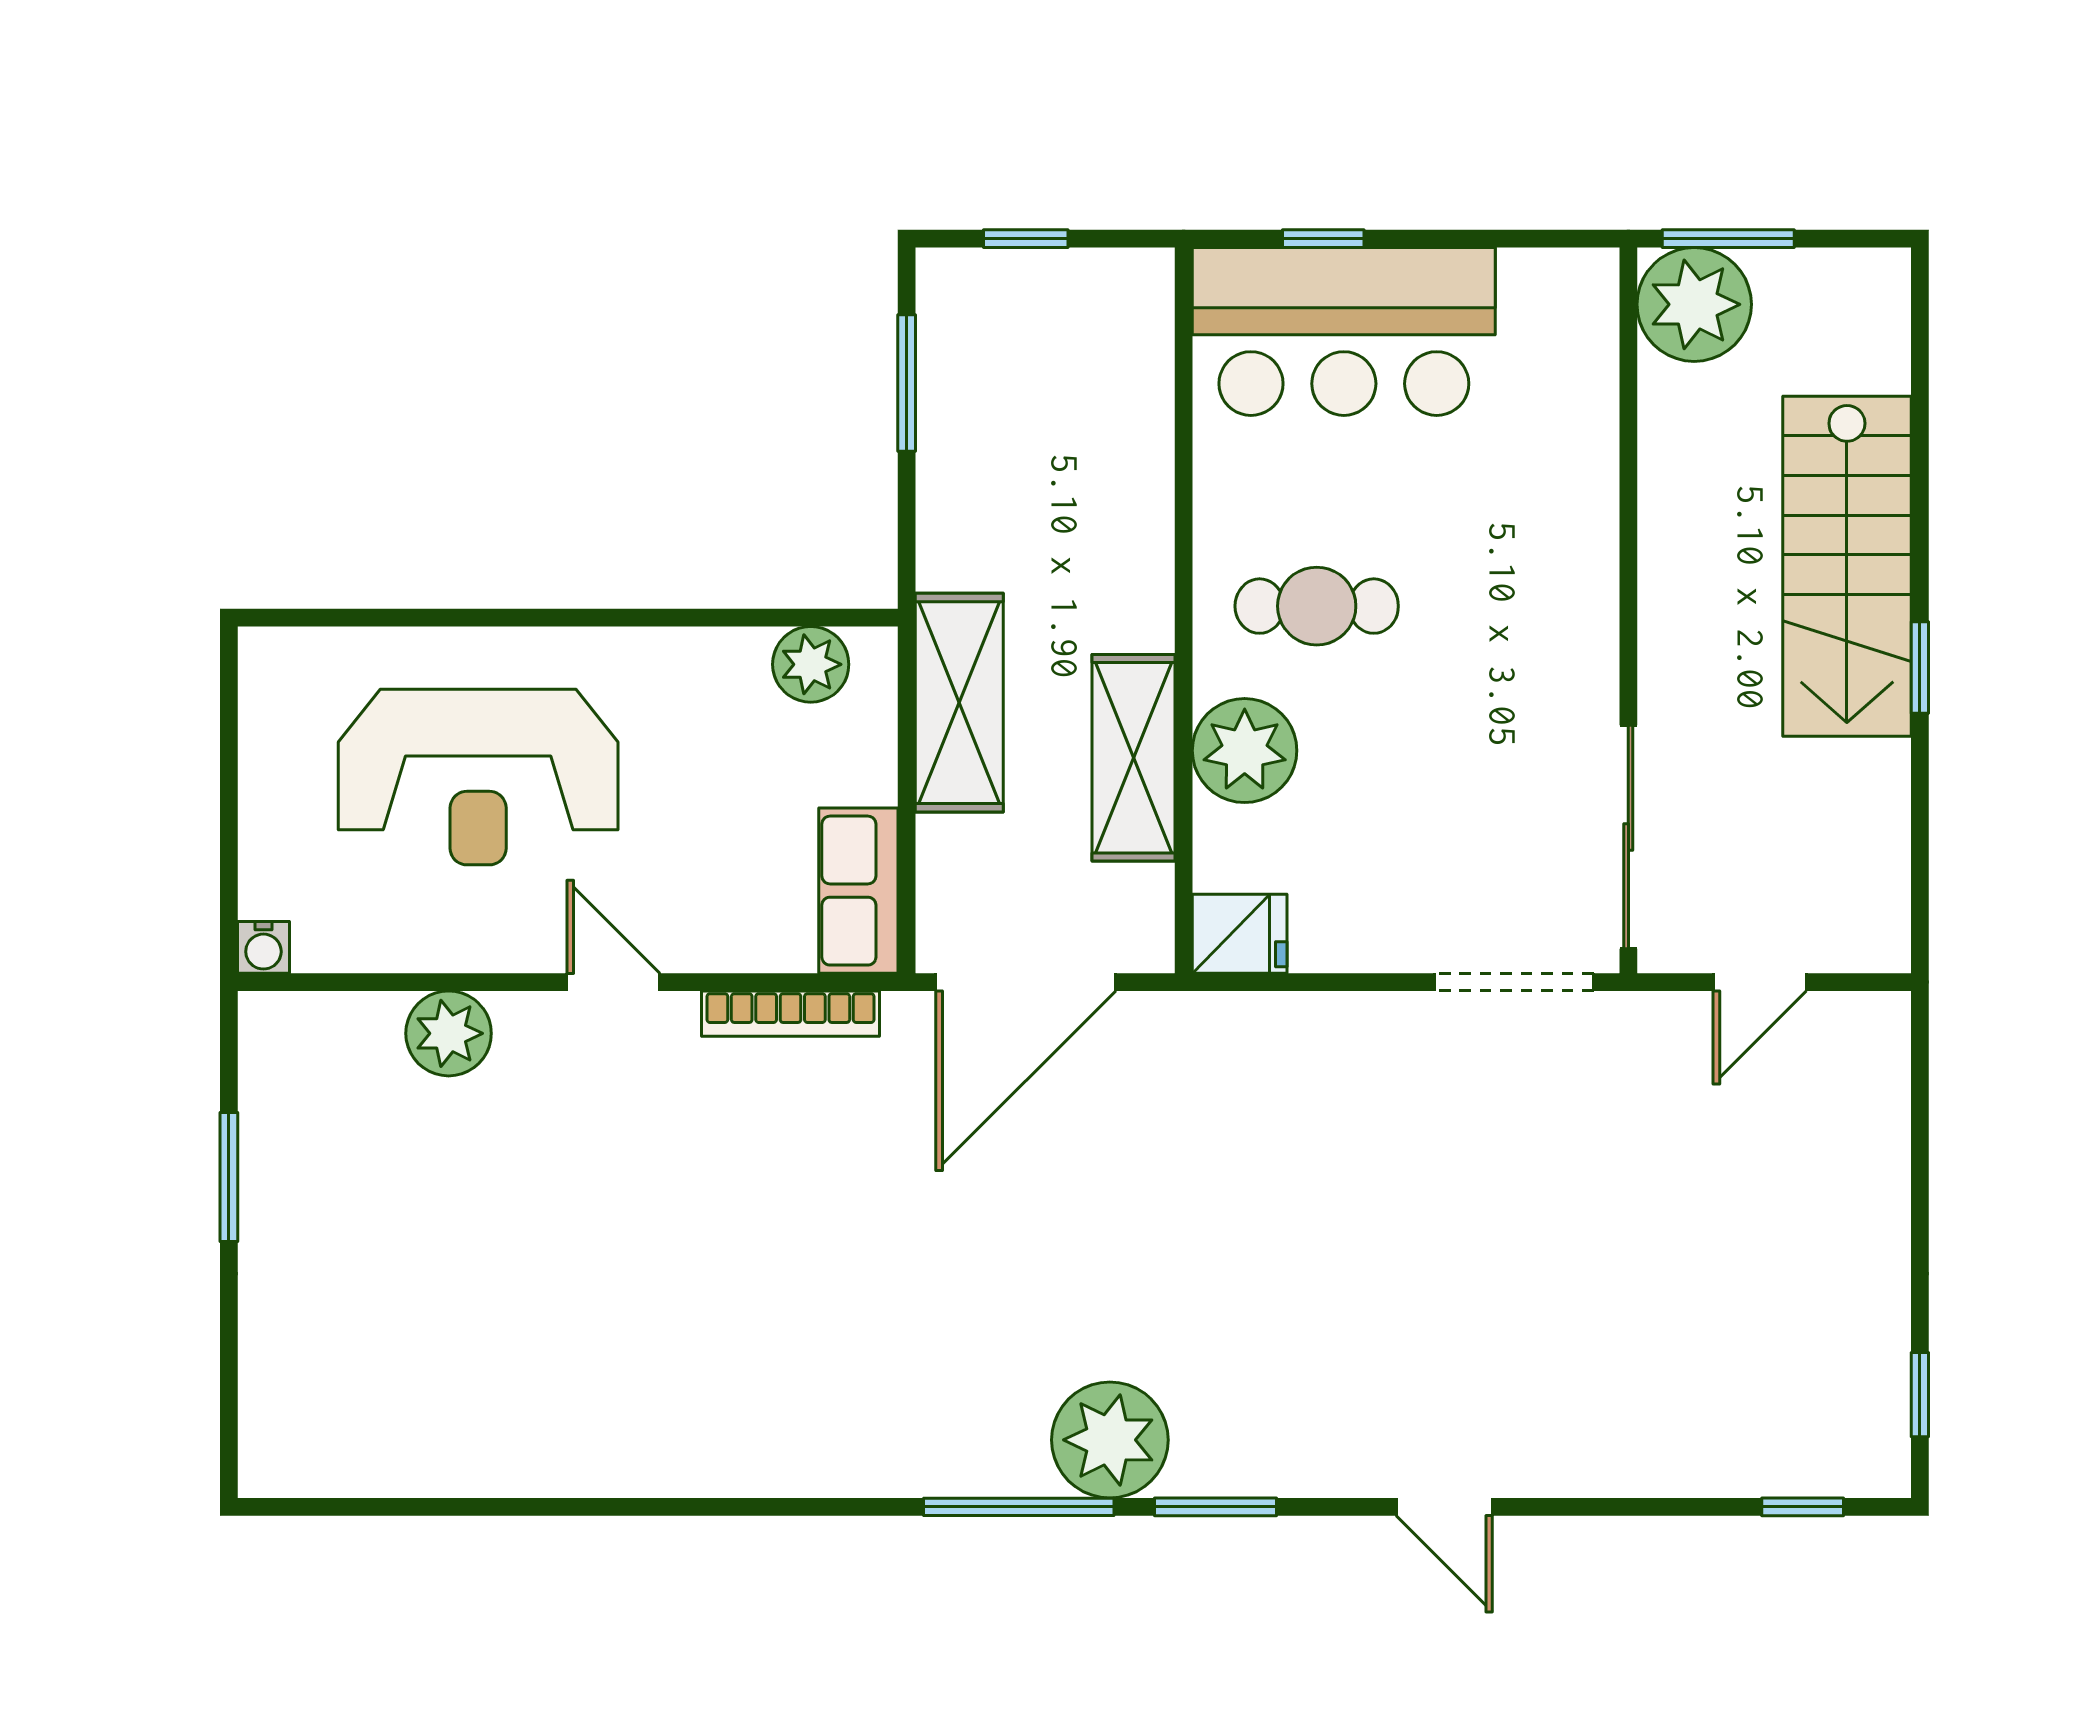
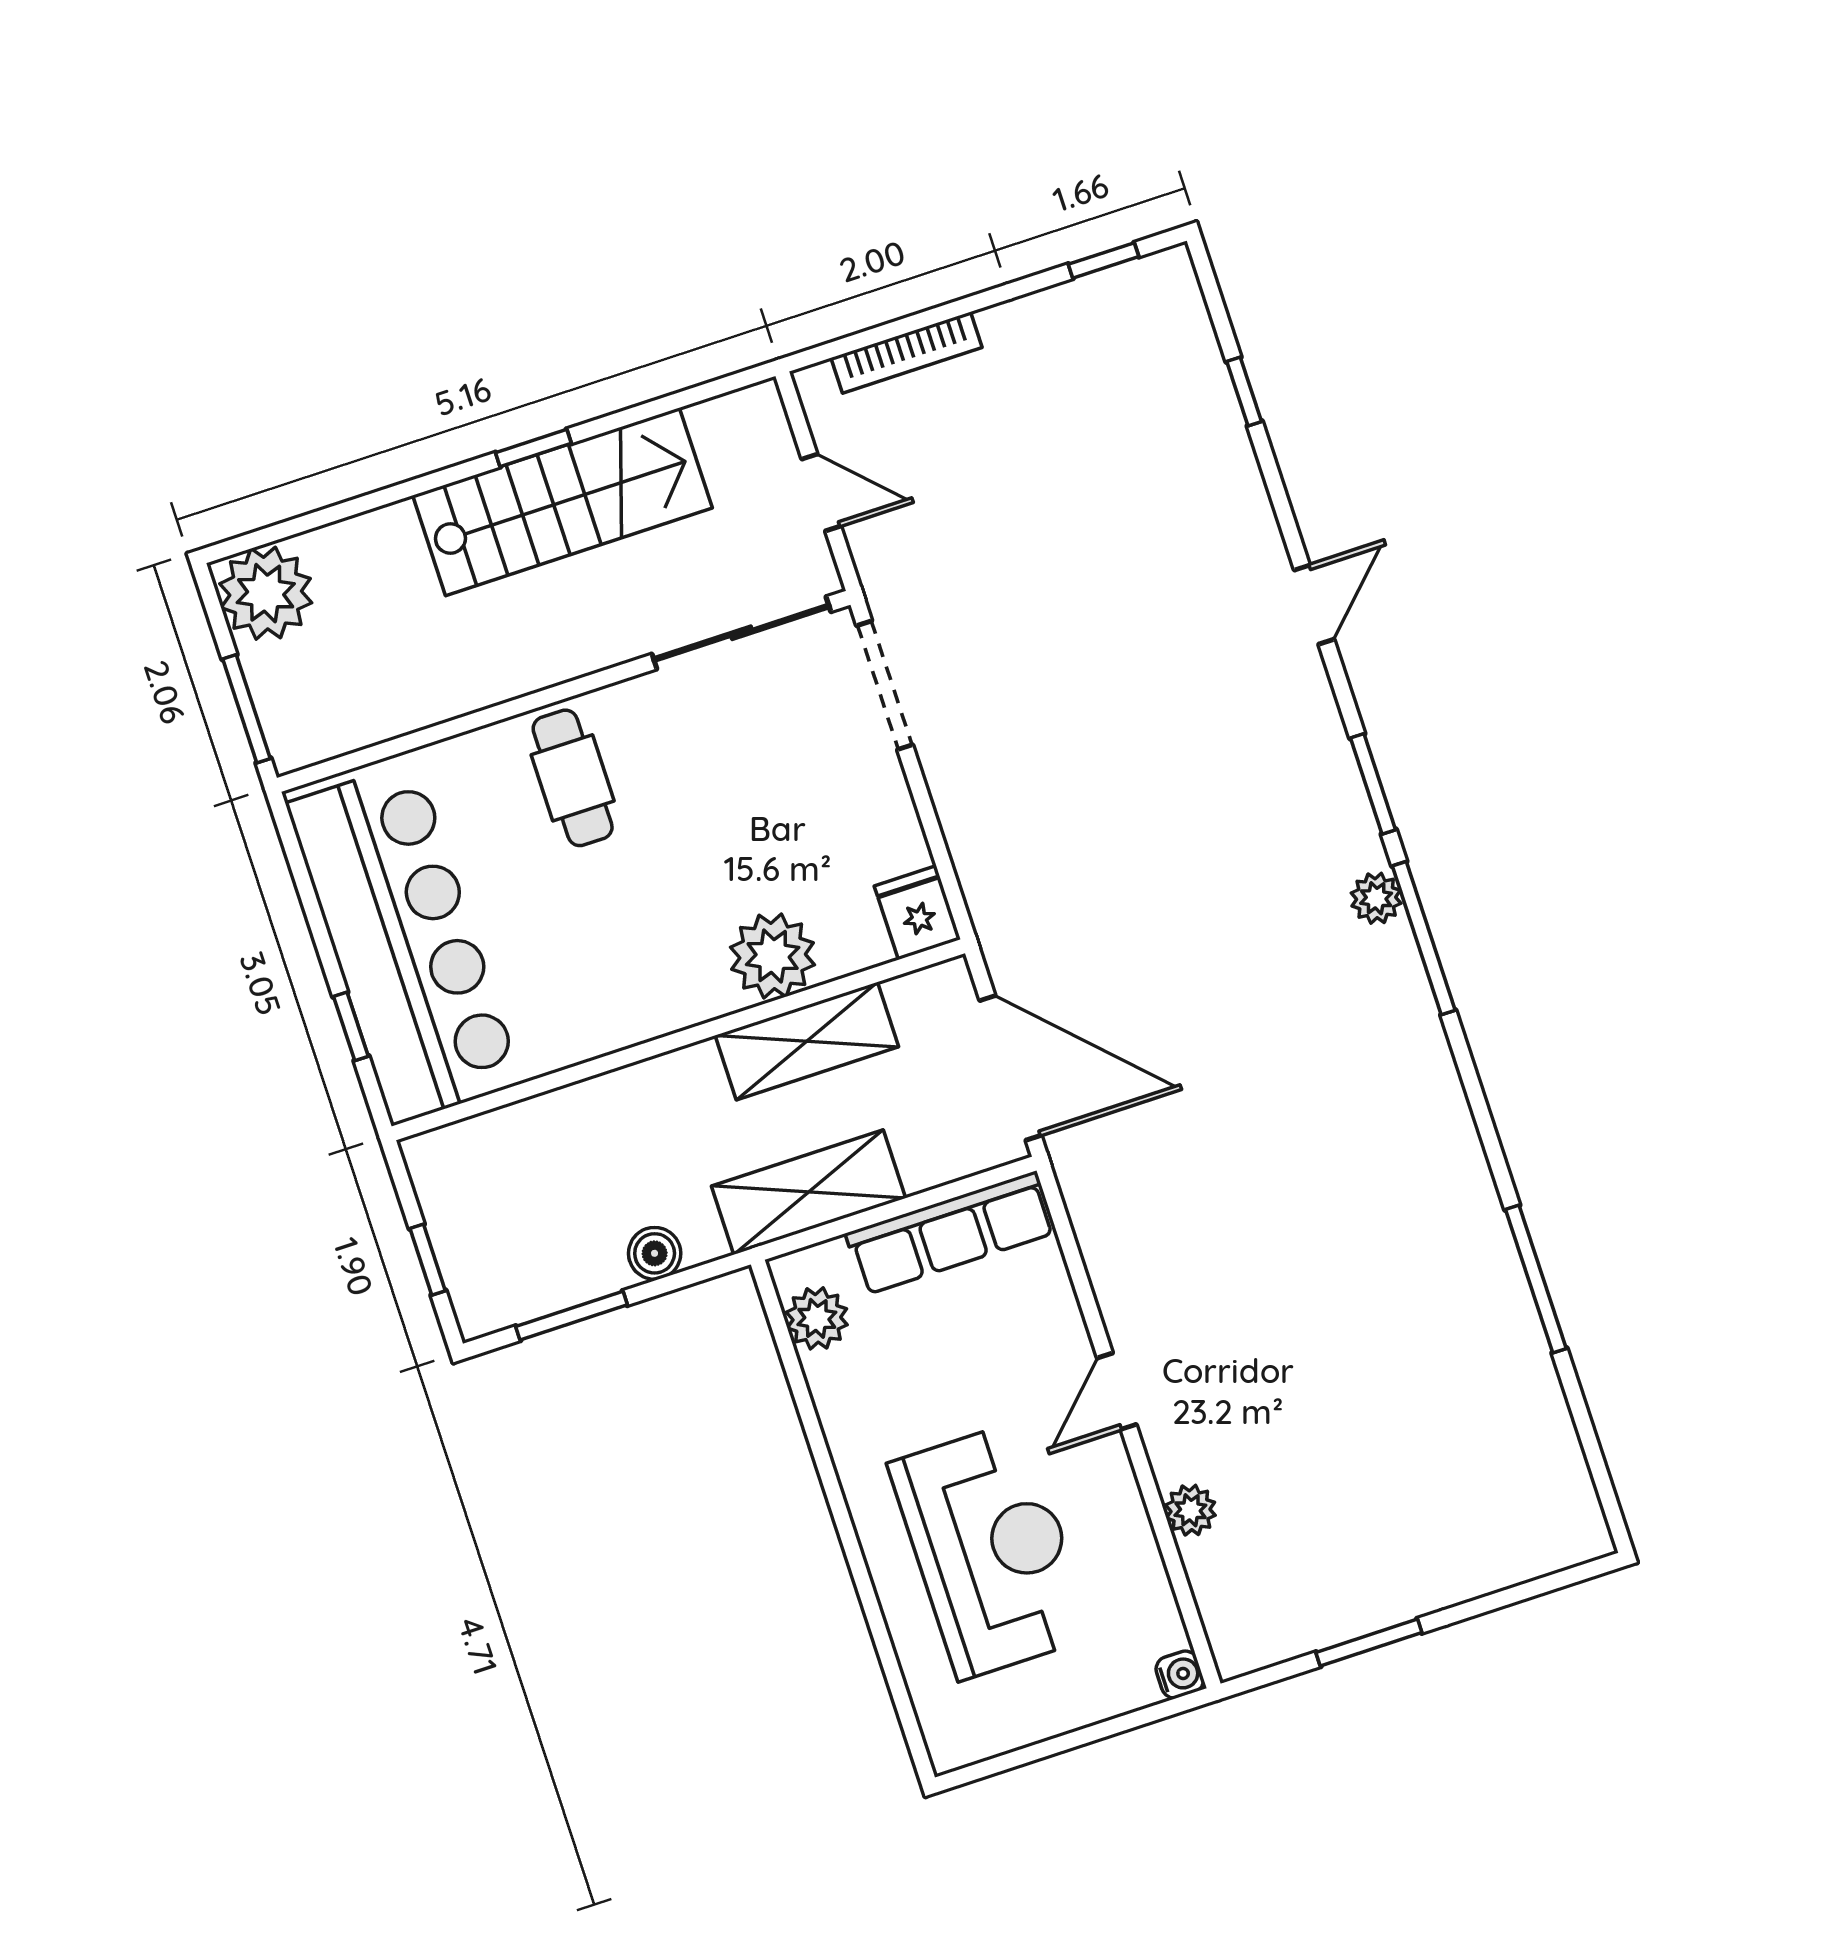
plant: (1694, 304) -> (266, 593), moved
bar counter: (1344, 331) -> (404, 943), width x1.36
boiler: (947, 502) -> (655, 1253), added
stairs: (1847, 566) -> (562, 502), moved
cafe table: (1317, 606) -> (573, 778), moved
row of seats: (858, 891) -> (951, 1233), width x1.48
bookcase: (790, 1014) -> (906, 353), moved, turned 90
plant: (449, 1033) -> (1190, 1510), width x0.73, depth x0.73
plant: (1110, 1440) -> (1376, 898), width x0.53, depth x0.53
window: (584, 1507) -> (1536, 1279), added
window: (1803, 1507) -> (1244, 392), moved

